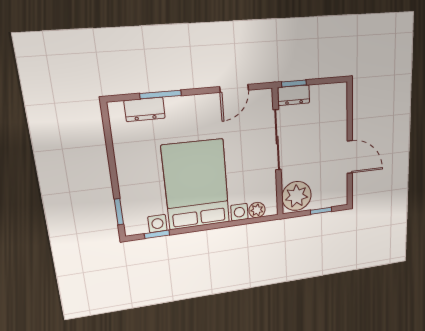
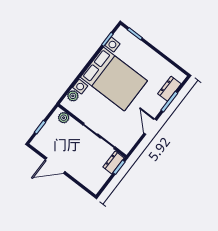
door: (234, 88) -> (150, 127), moved
plant: (297, 196) -> (64, 118), width x0.53, depth x0.53

